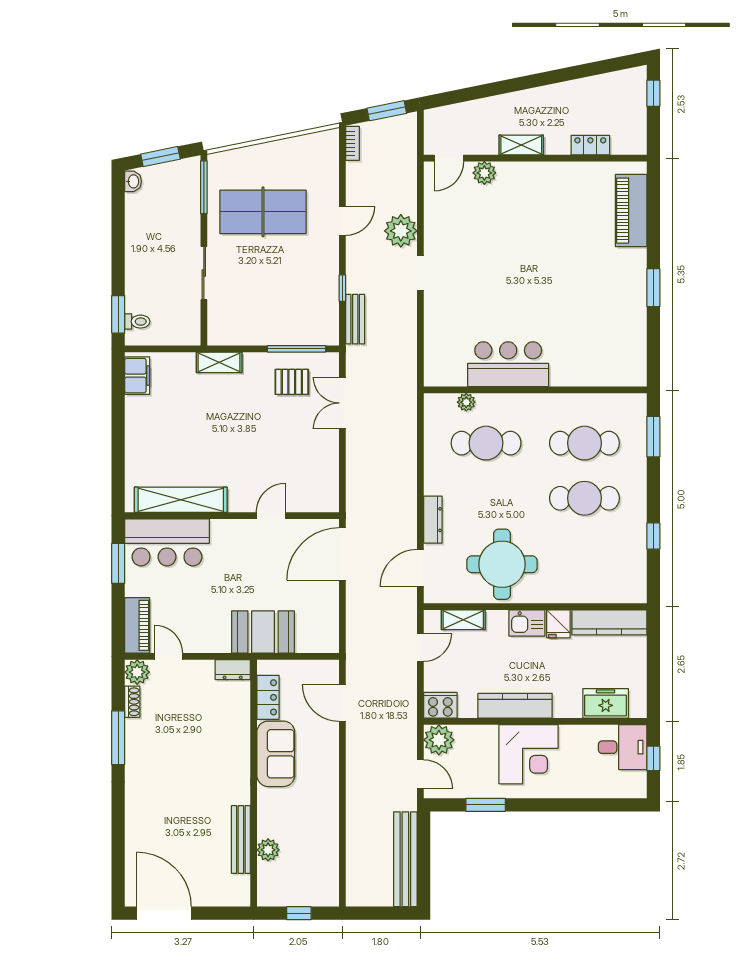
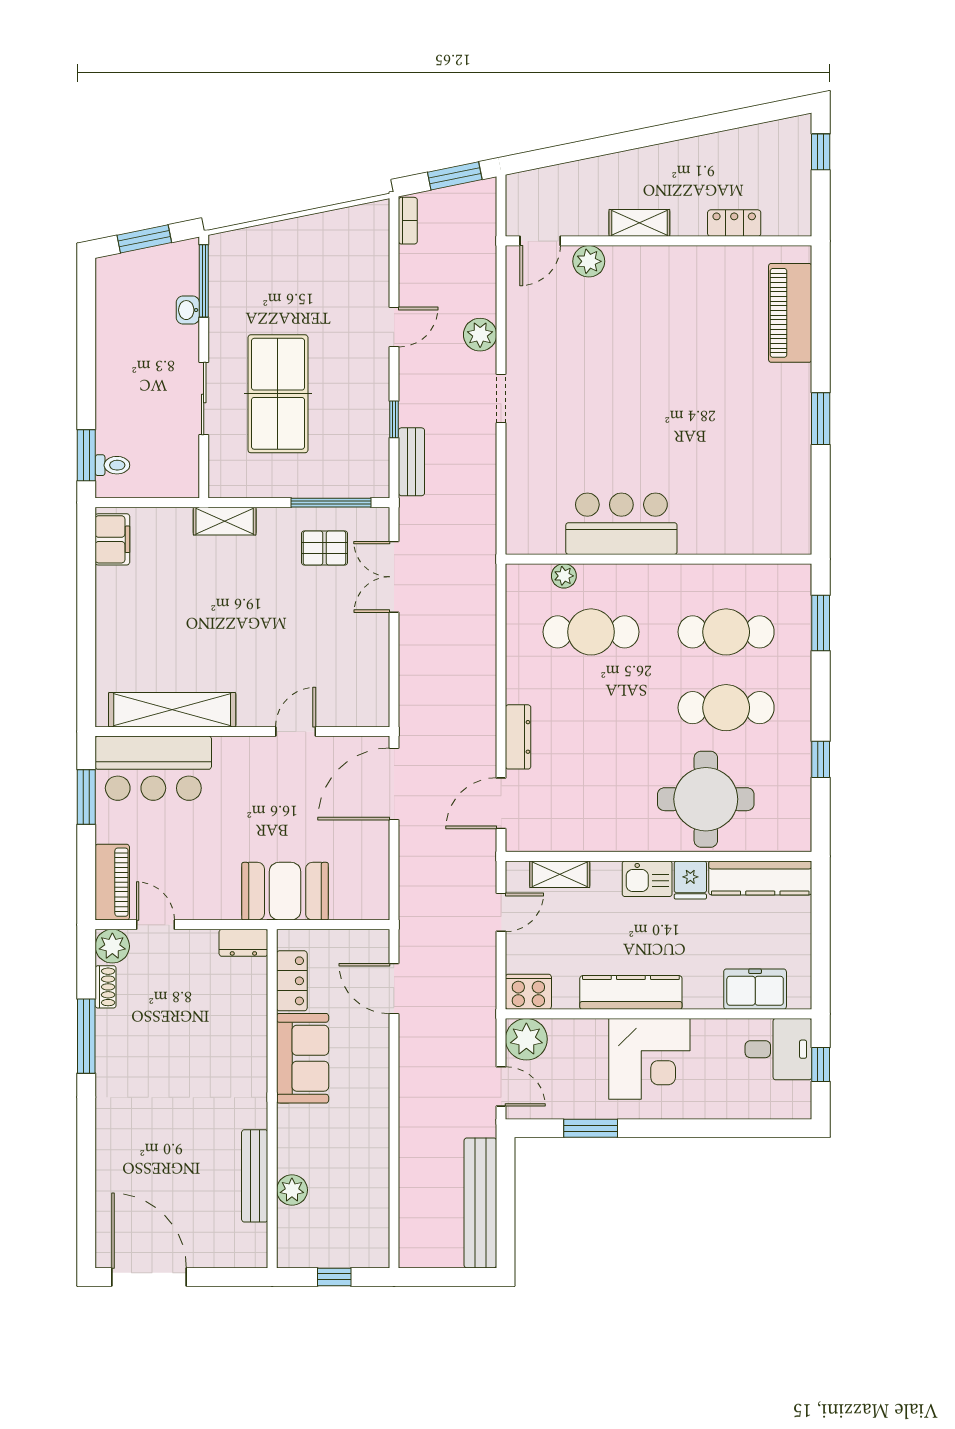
washbasin: (133, 181) -> (188, 310), moved, turned 180
table tennis table: (263, 212) -> (278, 394), moved, turned 90
plant: (401, 231) -> (480, 335), width x0.73, depth x0.73
round table: (502, 564) -> (706, 799), moved

